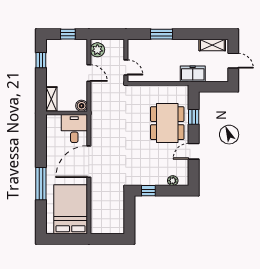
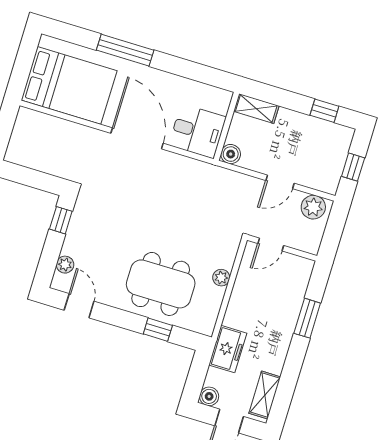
boiler: (223, 76) -> (209, 396), added
plant: (153, 90) -> (221, 278), added
door: (194, 151) -> (79, 306), moved

